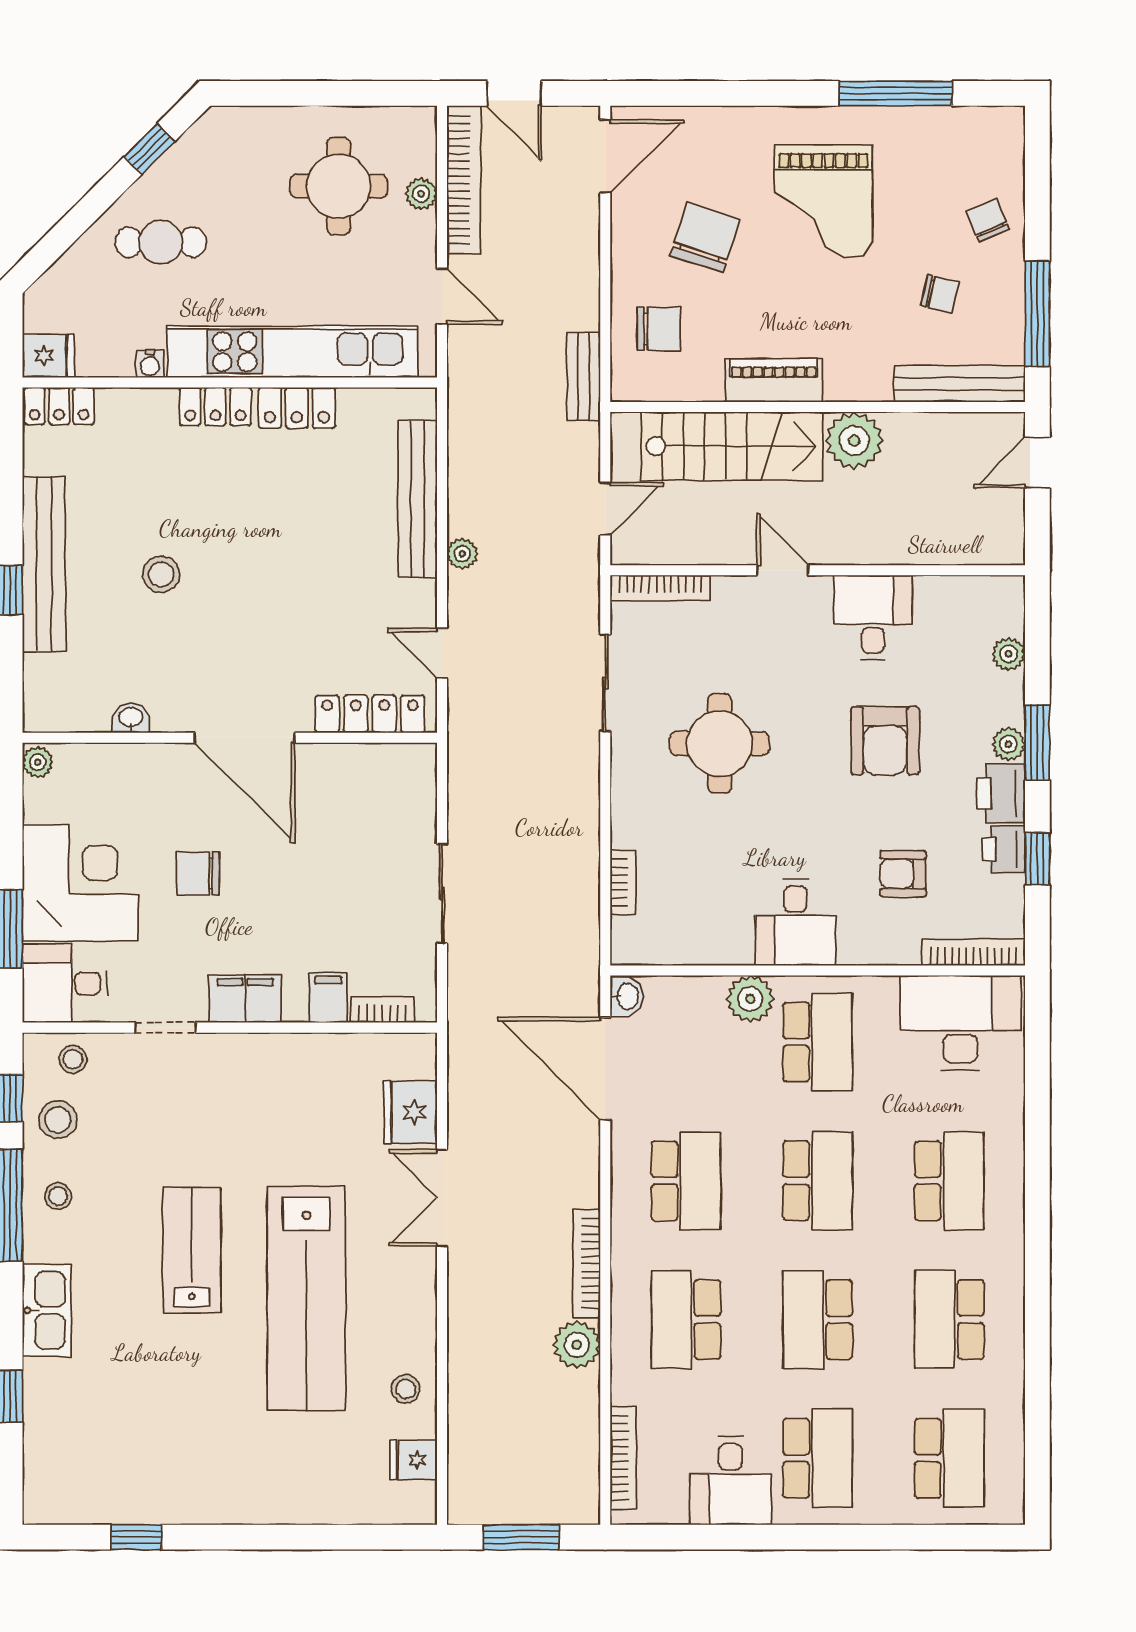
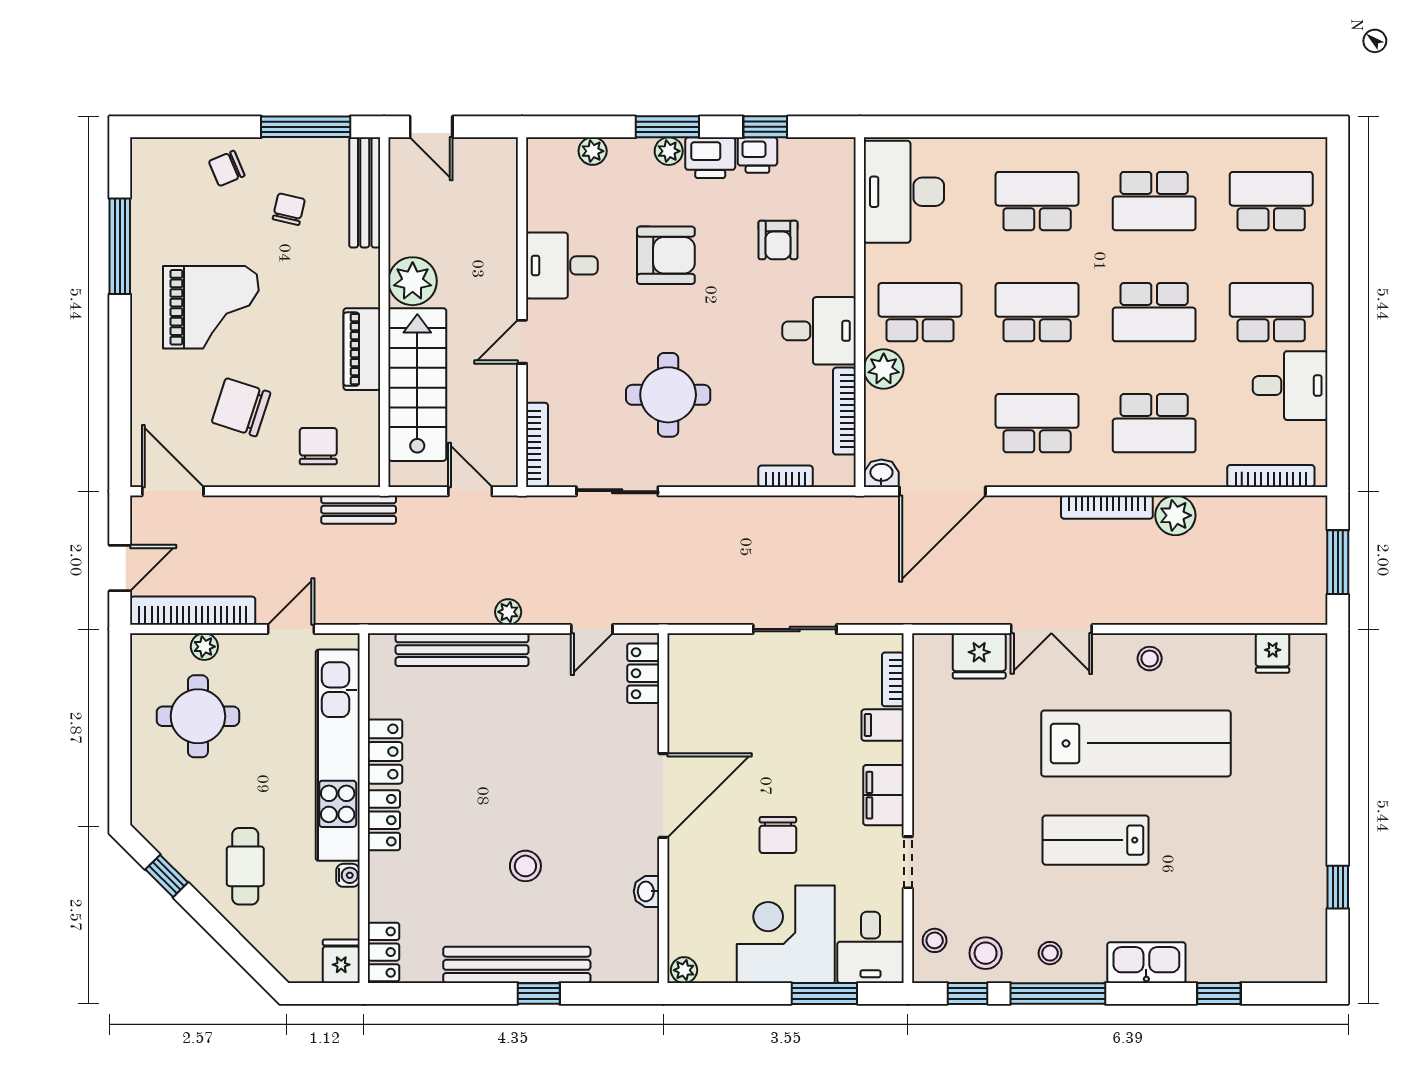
locker: (370, 714) -> (643, 673), width x0.66
bookcase: (973, 952) -> (844, 411), moved
stool: (406, 1389) -> (1150, 659), moved

